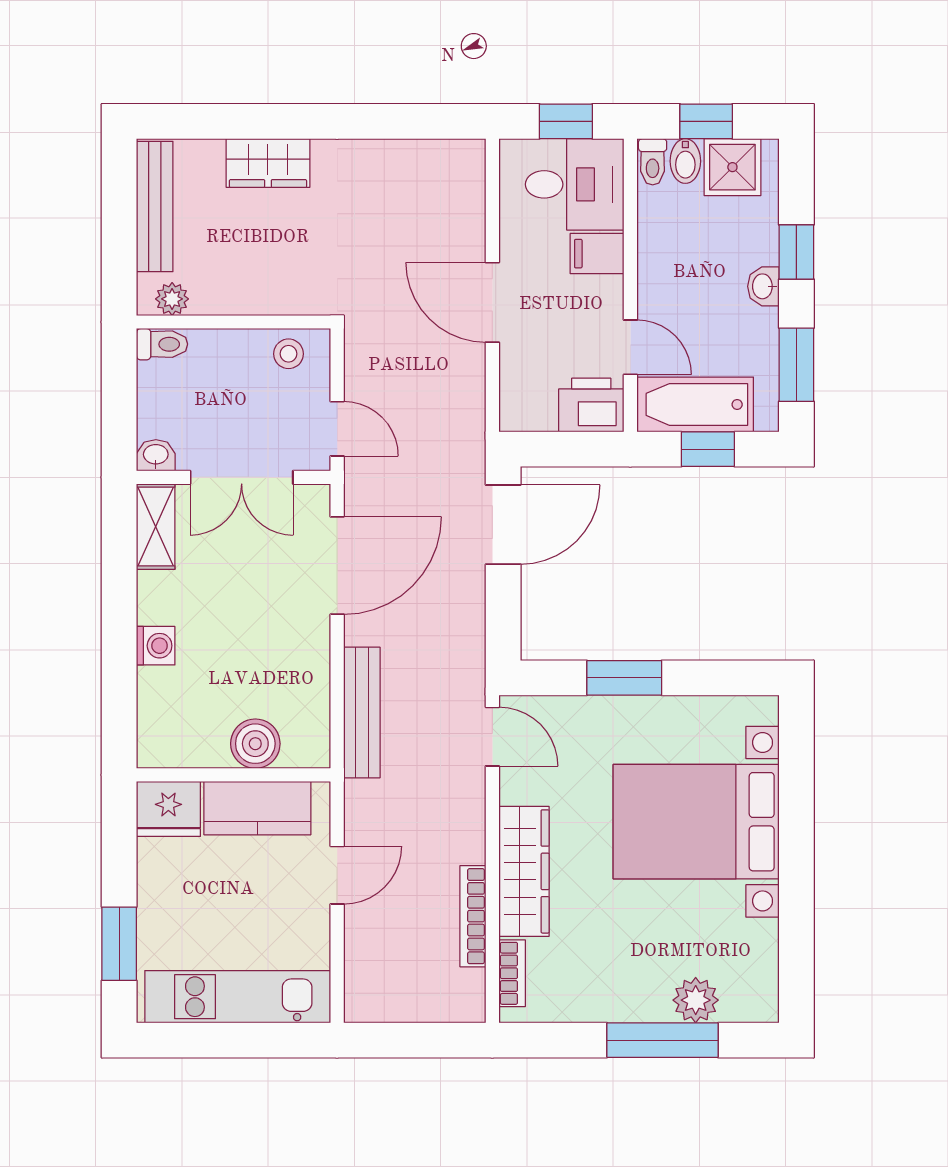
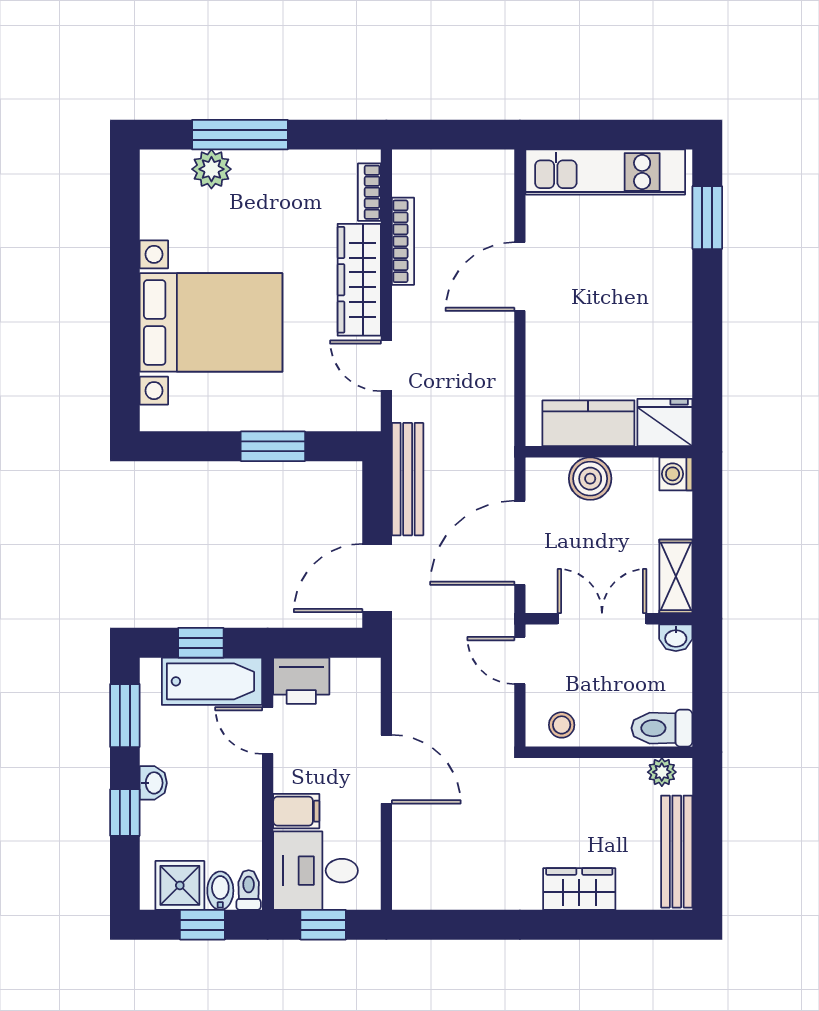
toilet: (162, 344) -> (662, 728), width x1.37, depth x1.39
bench: (362, 713) -> (408, 479), moved
door: (492, 737) -> (386, 366), moved
boiler: (255, 744) -> (590, 479), moved
wall: (234, 775) -> (609, 452), moved
kitchen counter: (257, 808) -> (588, 423), moved
fridge: (168, 809) -> (665, 423), moved
door: (337, 875) -> (520, 277), width x1.38

